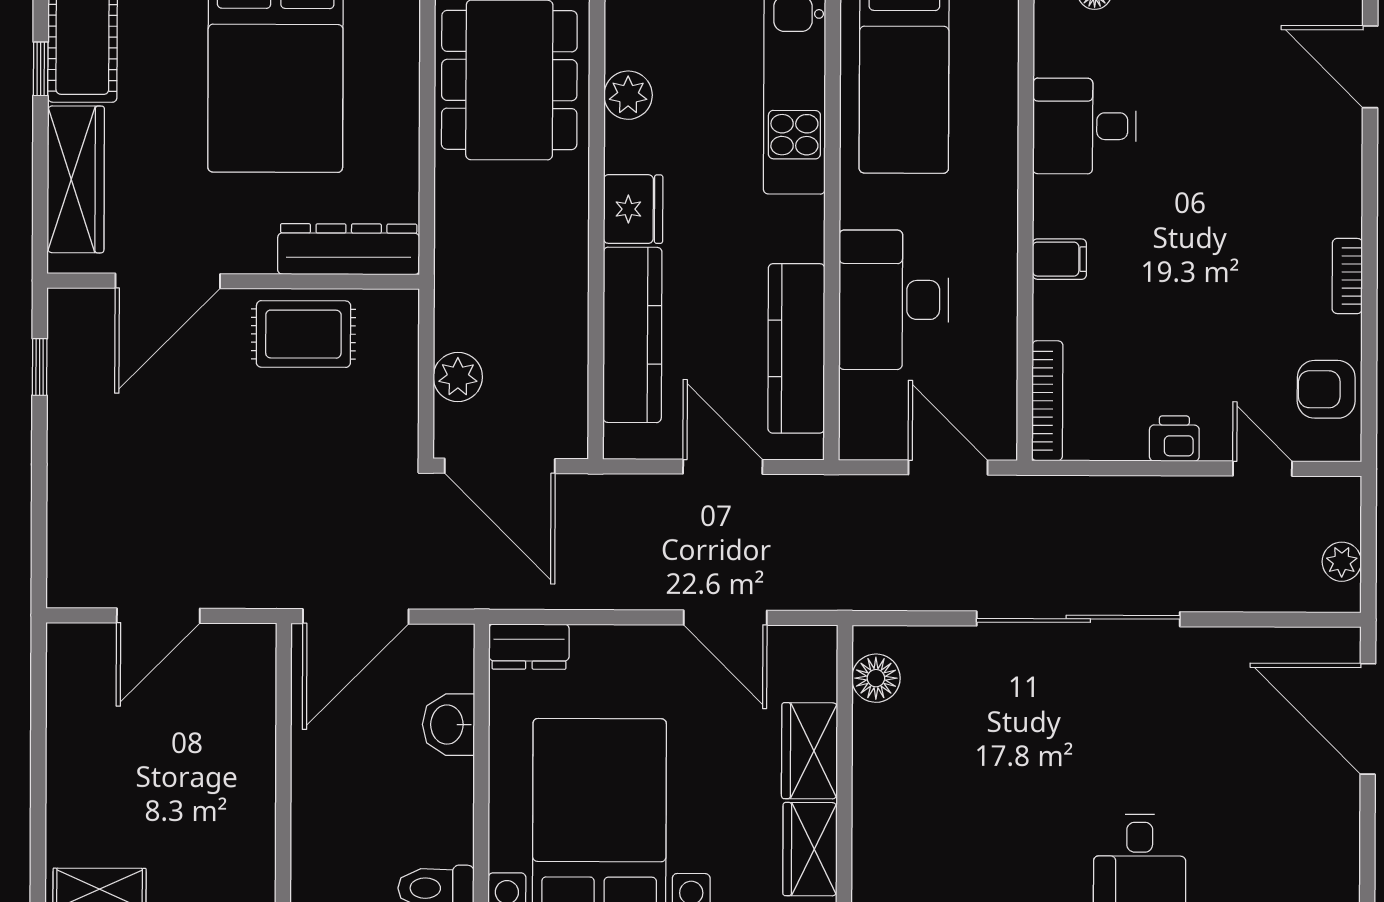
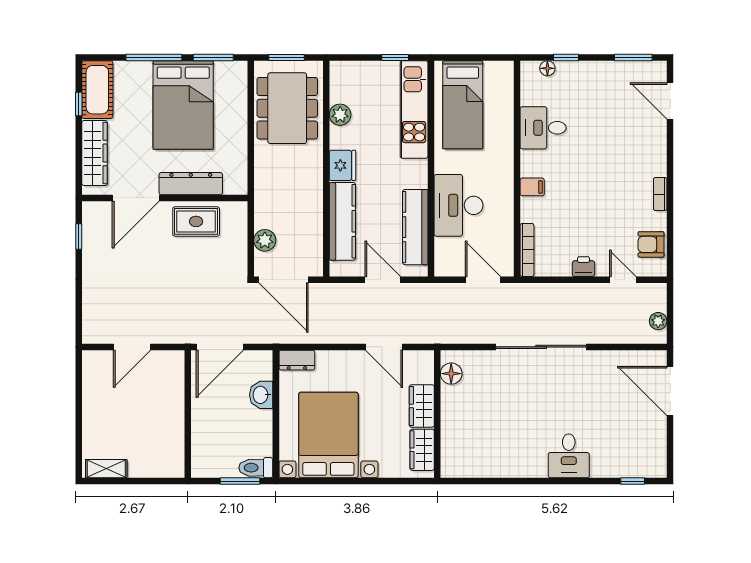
dresser: (349, 249) -> (191, 184), moved

